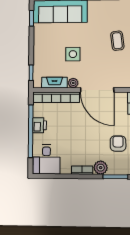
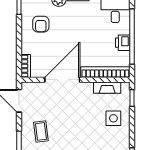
side table: (73, 54) -> (113, 118), moved
plant: (73, 83) -> (87, 87), removed
door: (97, 90) -> (62, 80), hinge flipped

